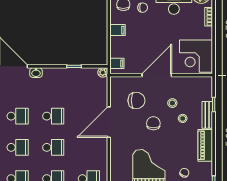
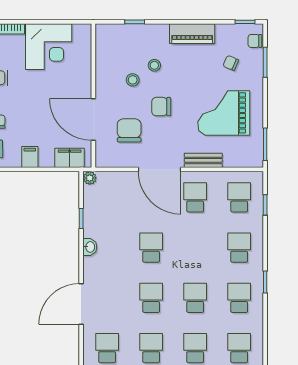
corner desk: (196, 56) -> (49, 47), moved
filing cabinet: (117, 63) -> (70, 158), width x2.00
washbasin: (36, 73) -> (90, 247), moved
door: (157, 75) -> (93, 119), moved
bench: (207, 115) -> (203, 160), moved
school desk: (53, 147) -> (195, 197), moved

